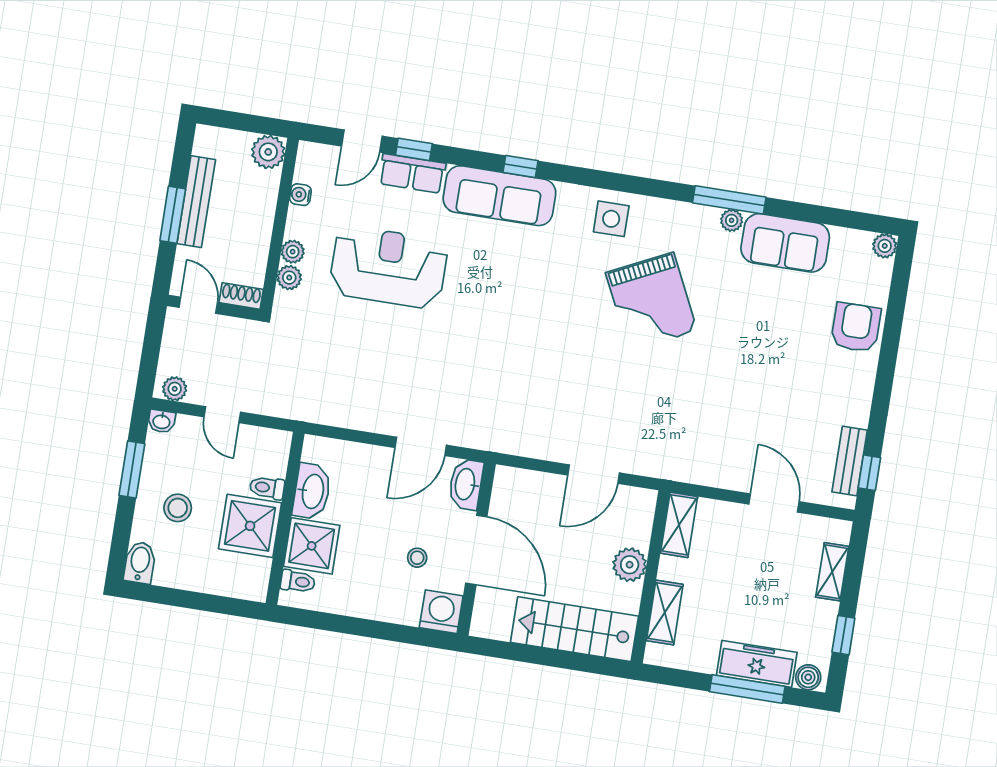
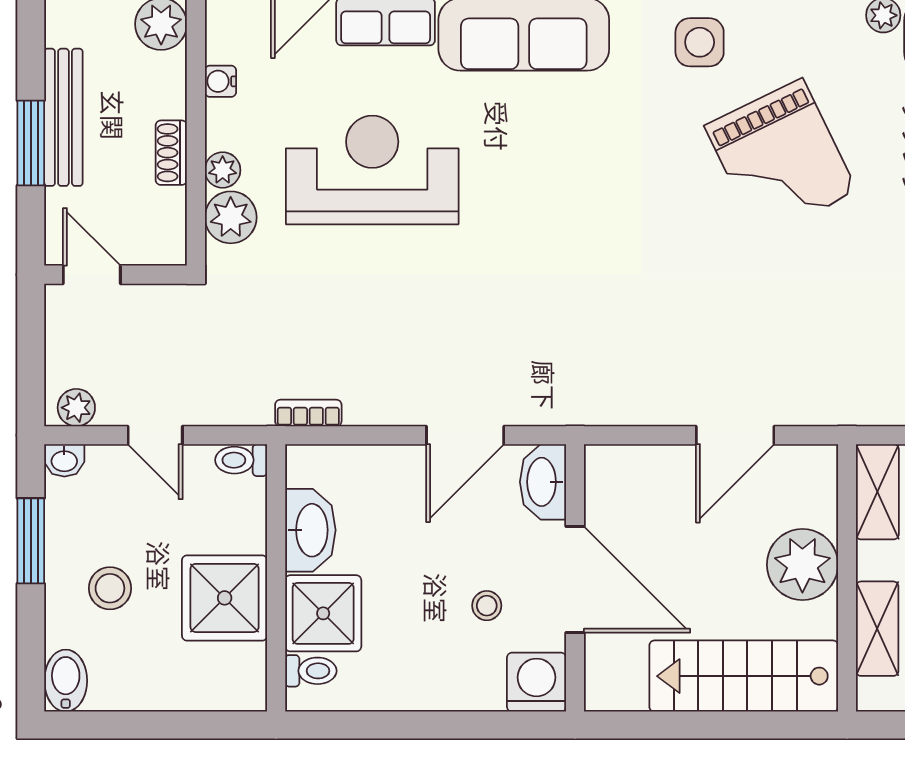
plant: (289, 278) -> (231, 217), width x1.38, depth x1.38
shoe rack: (241, 296) -> (171, 153), moved, turned -90
bookcase: (323, 416) -> (308, 413), added
toilet: (267, 488) -> (241, 460), moved
plant: (630, 565) -> (802, 565), width x1.36, depth x1.36

